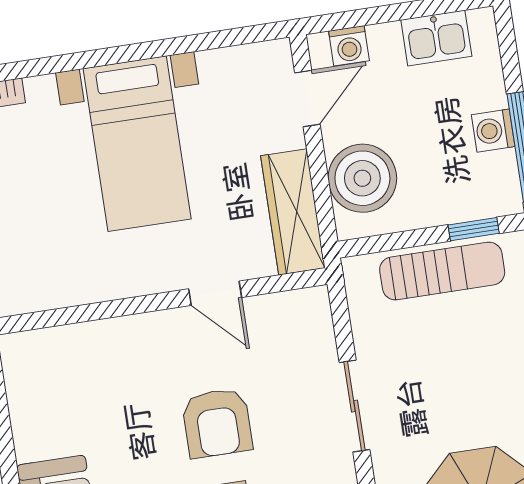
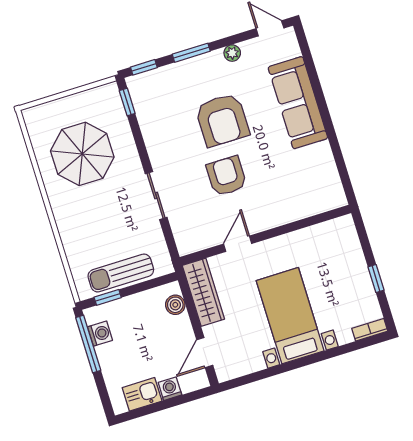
washing machine: (349, 46) -> (170, 389), moved
washing machine: (493, 131) -> (100, 334), moved
boiler: (362, 178) -> (175, 305), width x0.54, depth x0.54
door: (215, 293) -> (238, 244), hinge flipped

